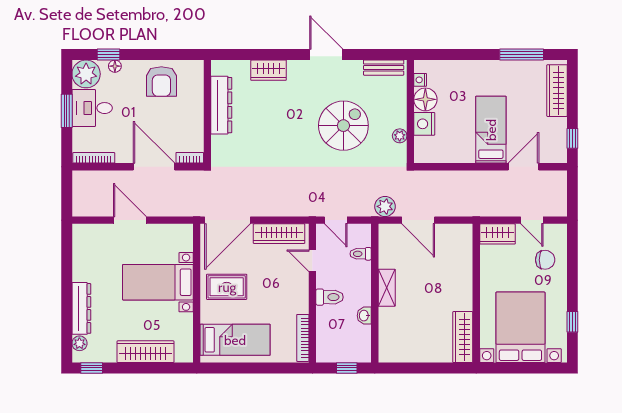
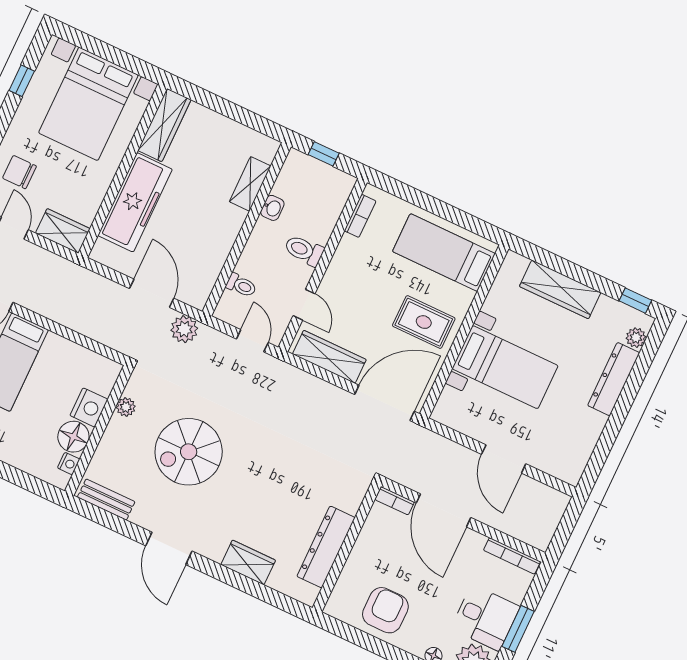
freezer: (458, 276) -> (135, 202), added
shelving: (387, 288) -> (250, 184), moved
bookcase: (303, 338) -> (360, 216), width x0.64

